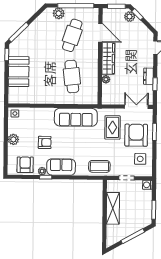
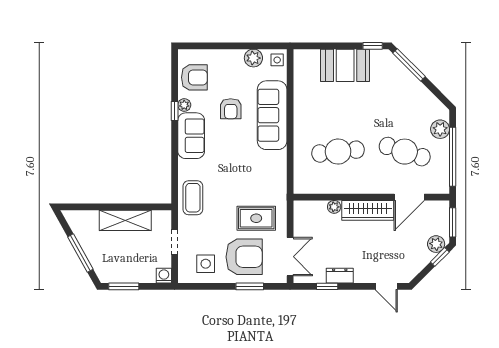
sofa: (76, 117) -> (272, 115), moved
plant: (13, 139) -> (253, 58), moved

